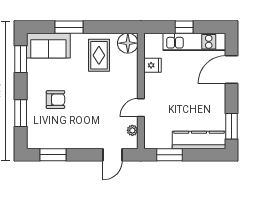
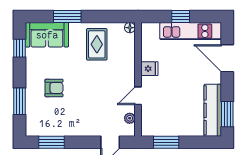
floor lamp: (128, 43) -> (130, 28), width x0.53, depth x0.53
window: (21, 59) -> (20, 48), width x0.67
fridge: (152, 65) -> (149, 69), moved
door: (232, 70) -> (227, 58), hinge flipped
kitchen counter: (199, 140) -> (213, 110), moved, turned -90

